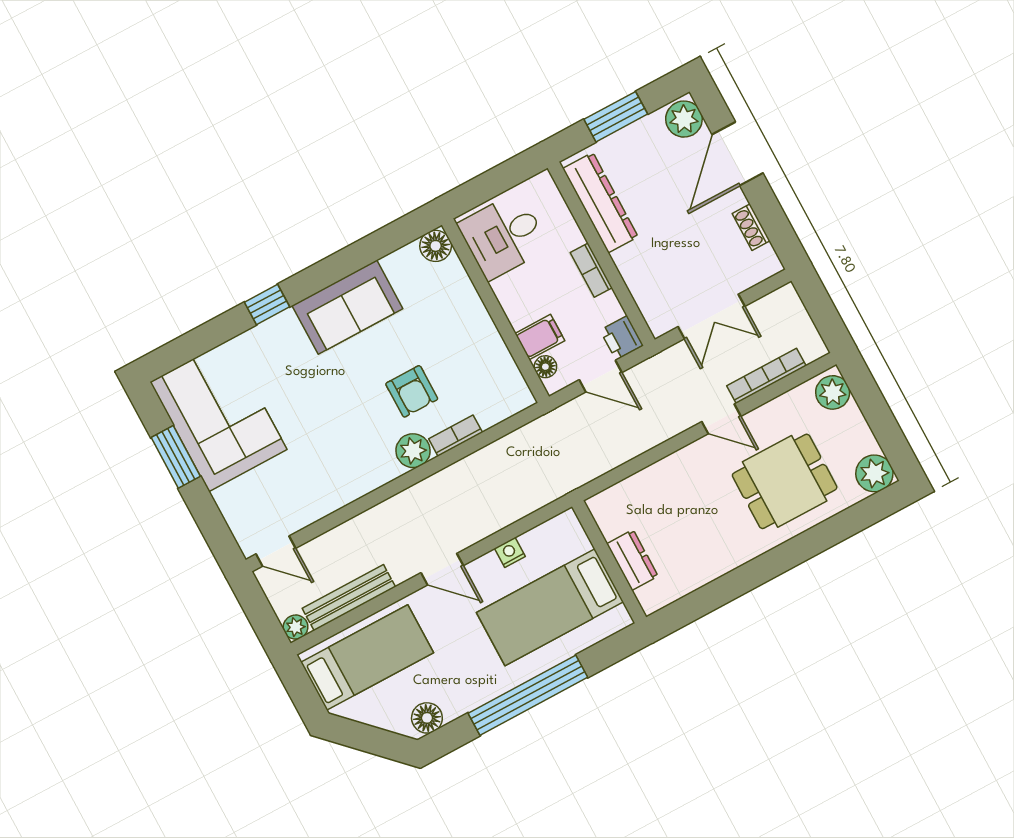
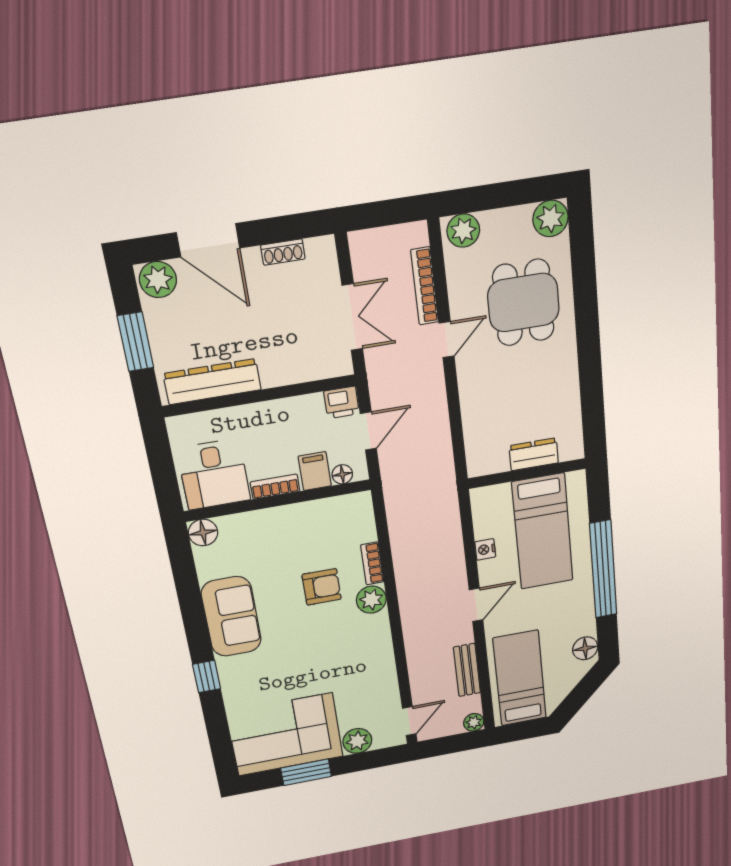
bookcase: (591, 270) -> (275, 487), moved, turned 180
plant: (233, 501) -> (357, 741), added
bench: (349, 598) -> (467, 670), width x0.73

